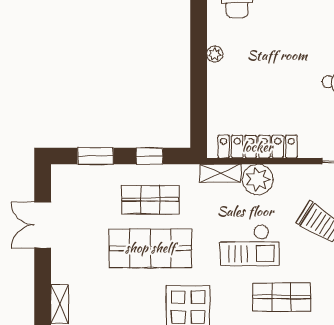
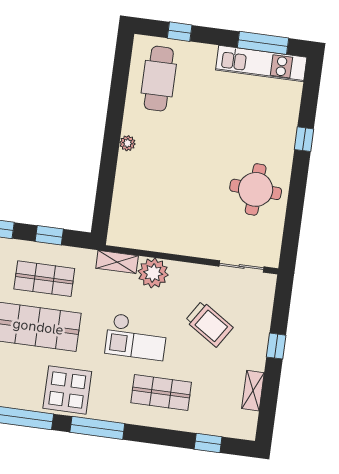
locker: (257, 147) -> (157, 240), removed

